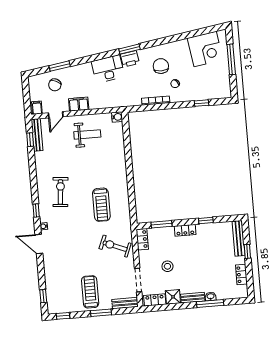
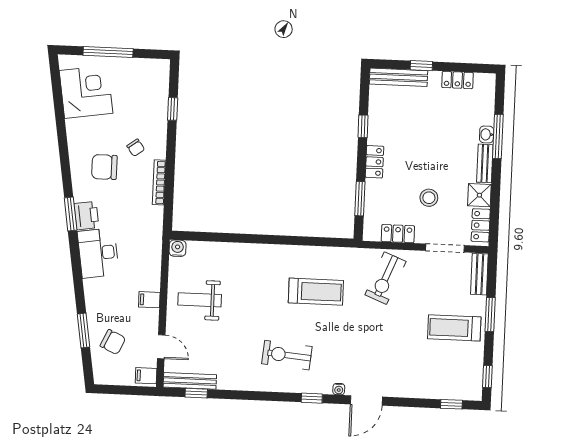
filing cabinet: (79, 104) -> (149, 300), width x0.50
weight bench: (87, 134) -> (200, 300), turned -90
locker: (142, 239) -> (398, 234), moved

